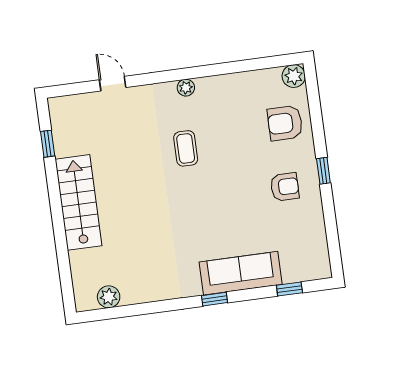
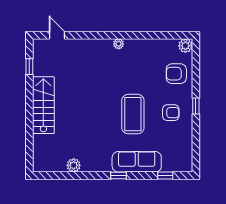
door: (113, 84) -> (57, 35), moved
coffee table: (186, 148) -> (133, 114), moved, width x1.86, depth x1.72
plant: (109, 297) -> (74, 165), moved

